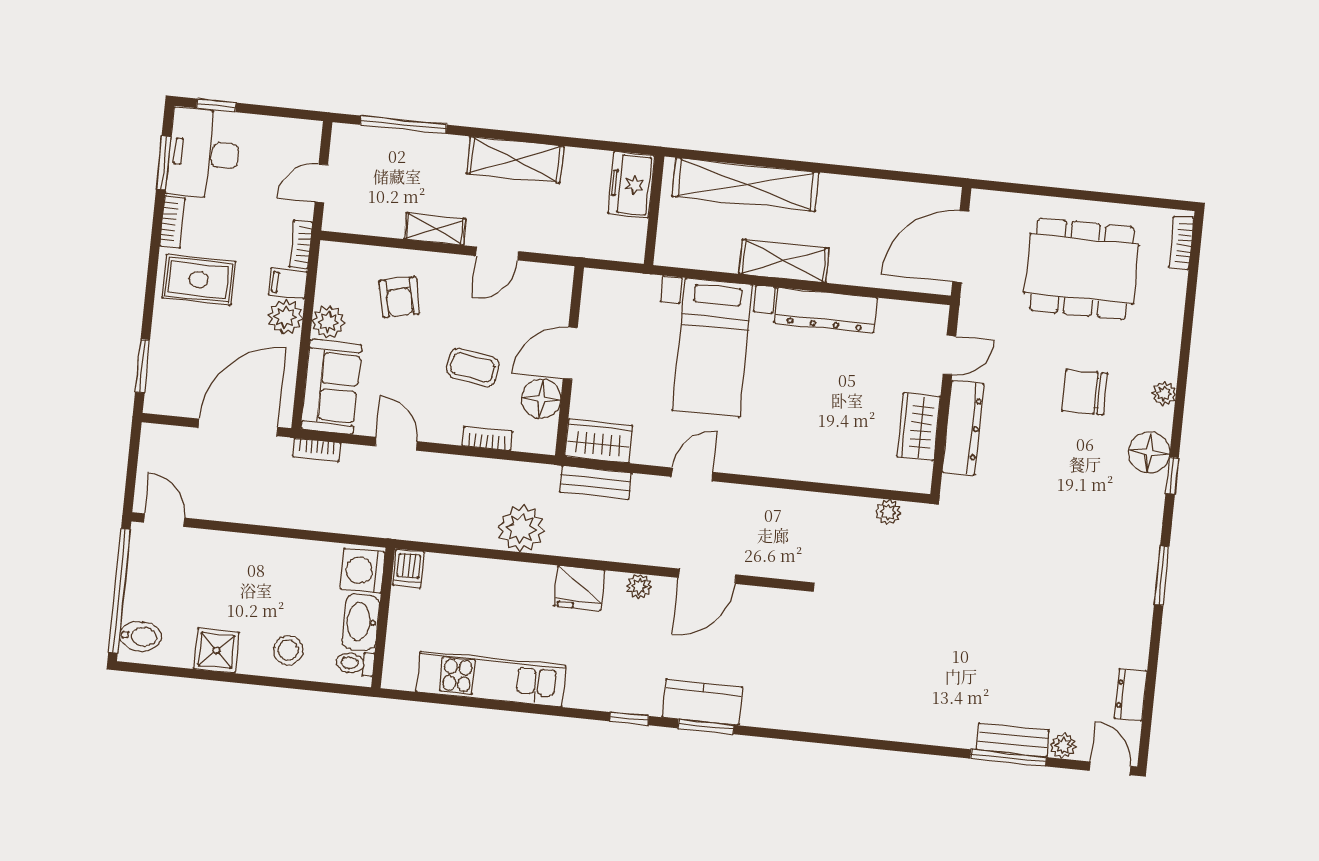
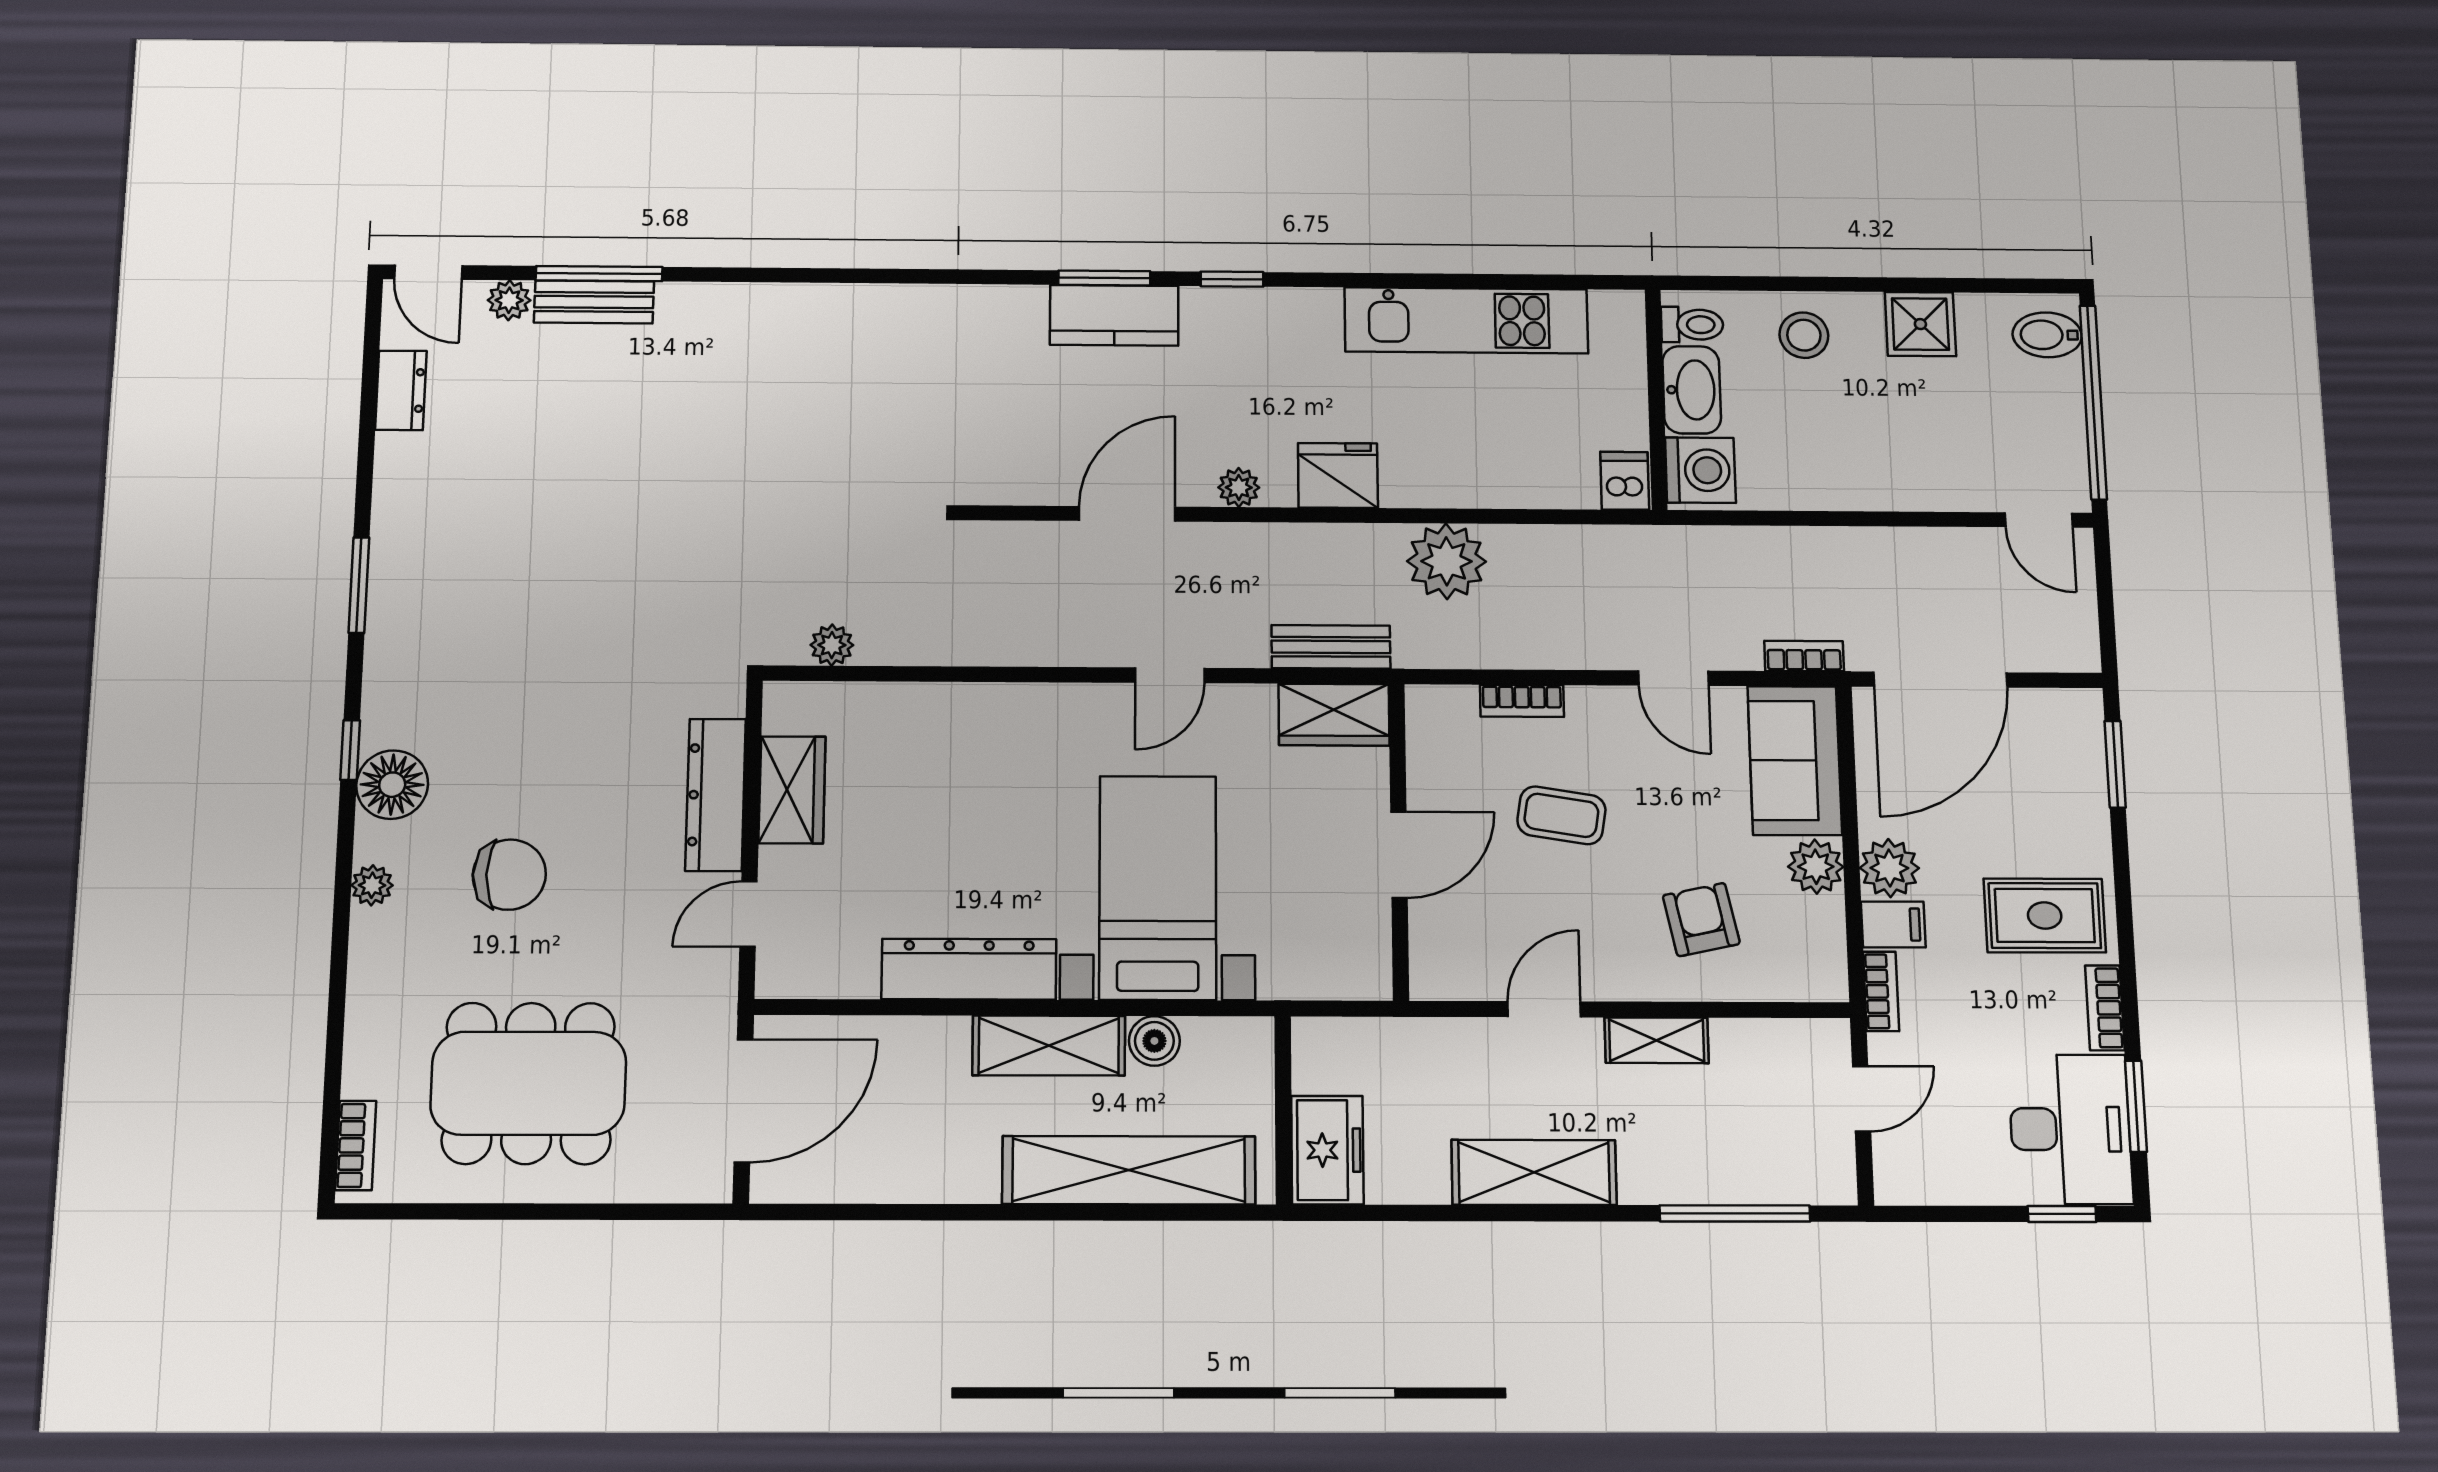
boiler: (723, 258) -> (1154, 1041), added
floor lamp: (541, 399) -> (1439, 775), removed

